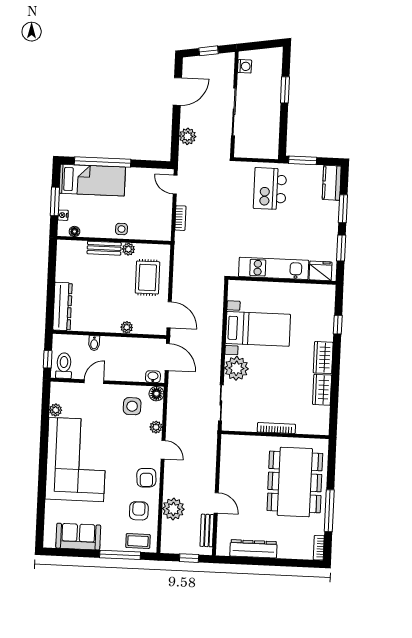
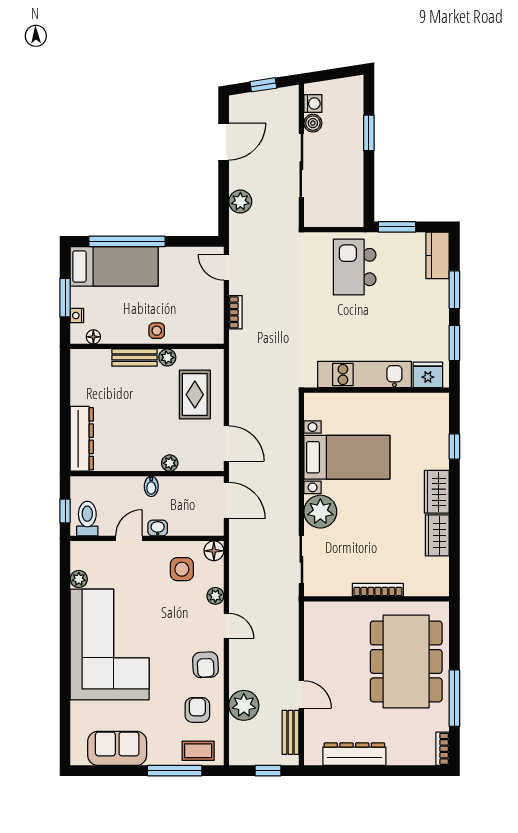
boiler: (244, 81) -> (313, 123), added
bidet: (94, 343) -> (151, 486), moved
washbasin: (153, 377) -> (158, 528), moved

